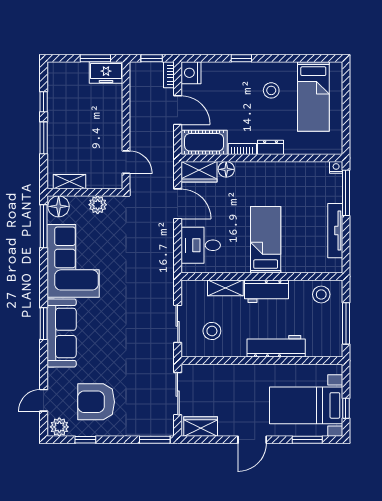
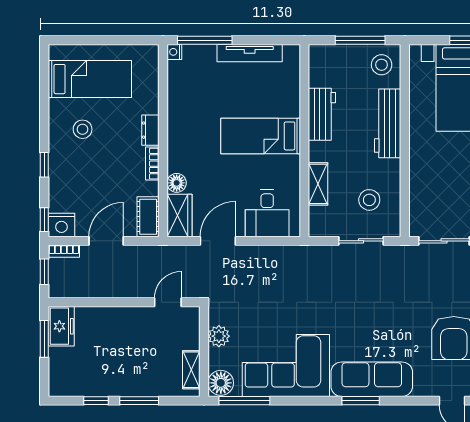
window: (195, 58) -> (44, 220), added
cot: (204, 142) -> (148, 217), width x0.73, depth x0.75
workbench: (266, 291) -> (322, 114), moved
stool: (321, 294) -> (382, 65), moved

